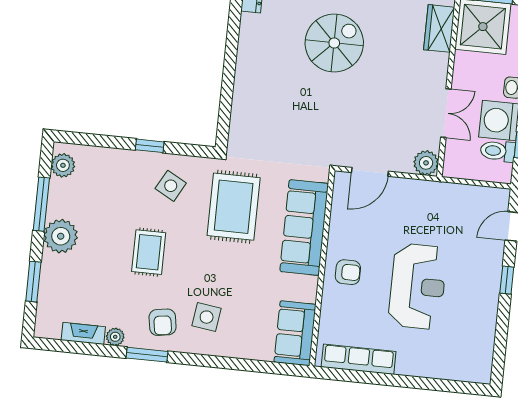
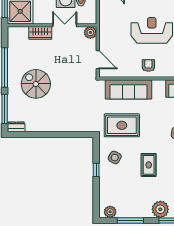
wardrobe: (439, 28) -> (40, 33), moved
plant: (61, 236) -> (160, 209), moved
rug: (149, 252) -> (149, 165), turned 90

